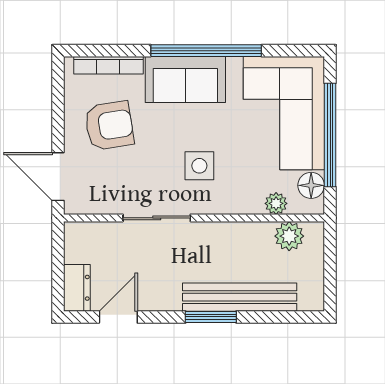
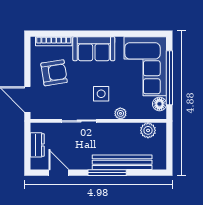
window: (206, 51) -> (105, 34), removed
plant: (276, 203) -> (120, 113), moved
dresser: (77, 288) -> (37, 145), moved
door: (118, 317) -> (59, 173), hinge flipped
window: (211, 317) -> (107, 173), width x1.44

